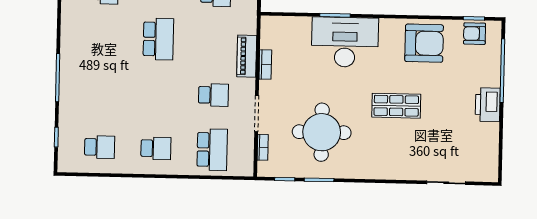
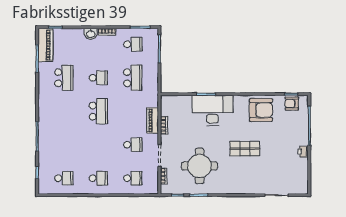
printer: (488, 105) -> (303, 152), width x0.53, depth x0.68
school desk: (212, 150) -> (133, 178), width x0.54

